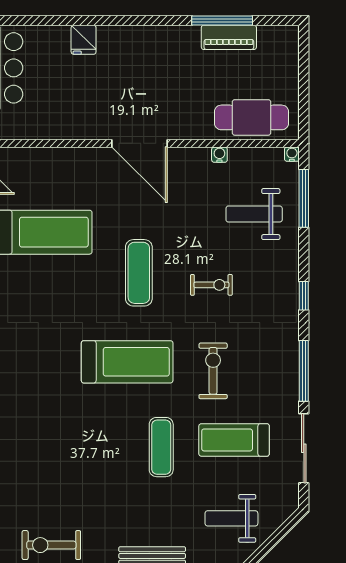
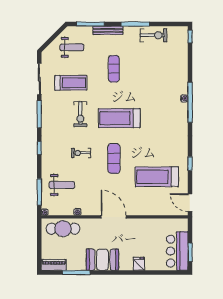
piano: (229, 37) -> (54, 265), moved
booth: (164, 49) -> (102, 260), added
exercise mat: (161, 447) -> (114, 69), moved

